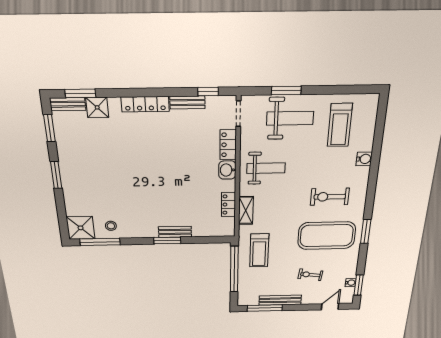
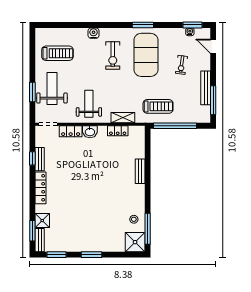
window: (208, 92) -> (32, 158), moved
water cooler: (364, 159) -> (94, 33), moved
window: (167, 241) -> (148, 177), removed

